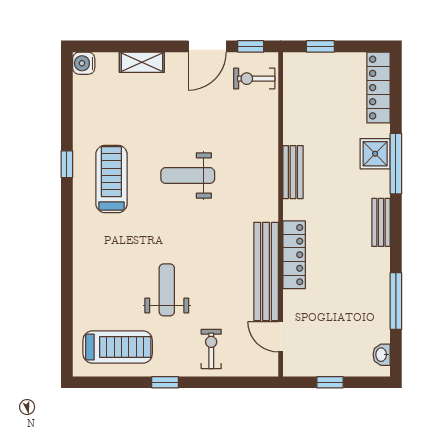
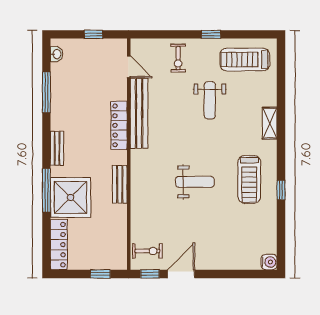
shelving: (142, 62) -> (270, 123), moved, turned 90
shower: (375, 154) -> (71, 197), width x1.86, depth x1.86

